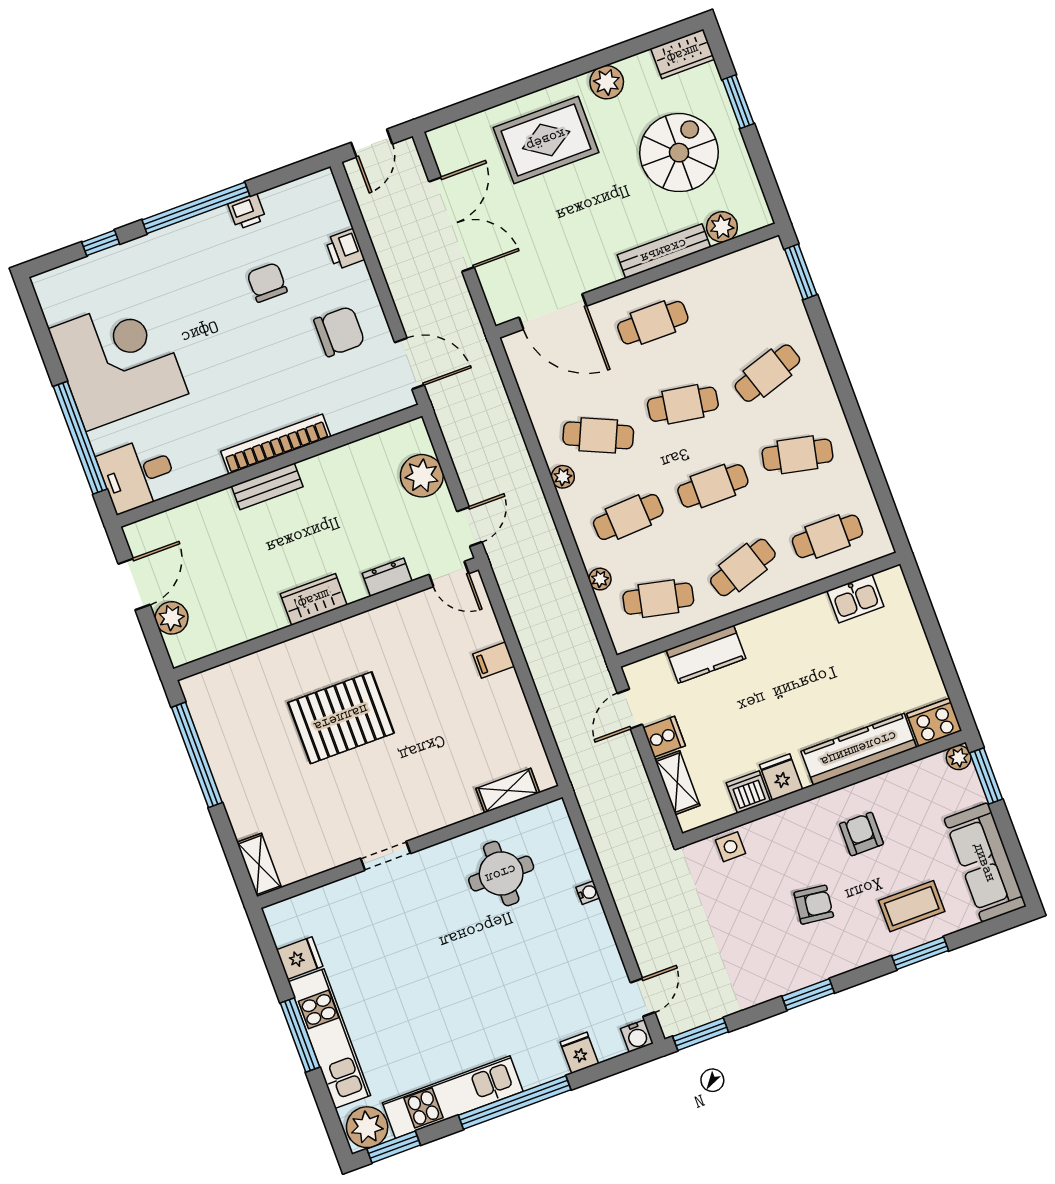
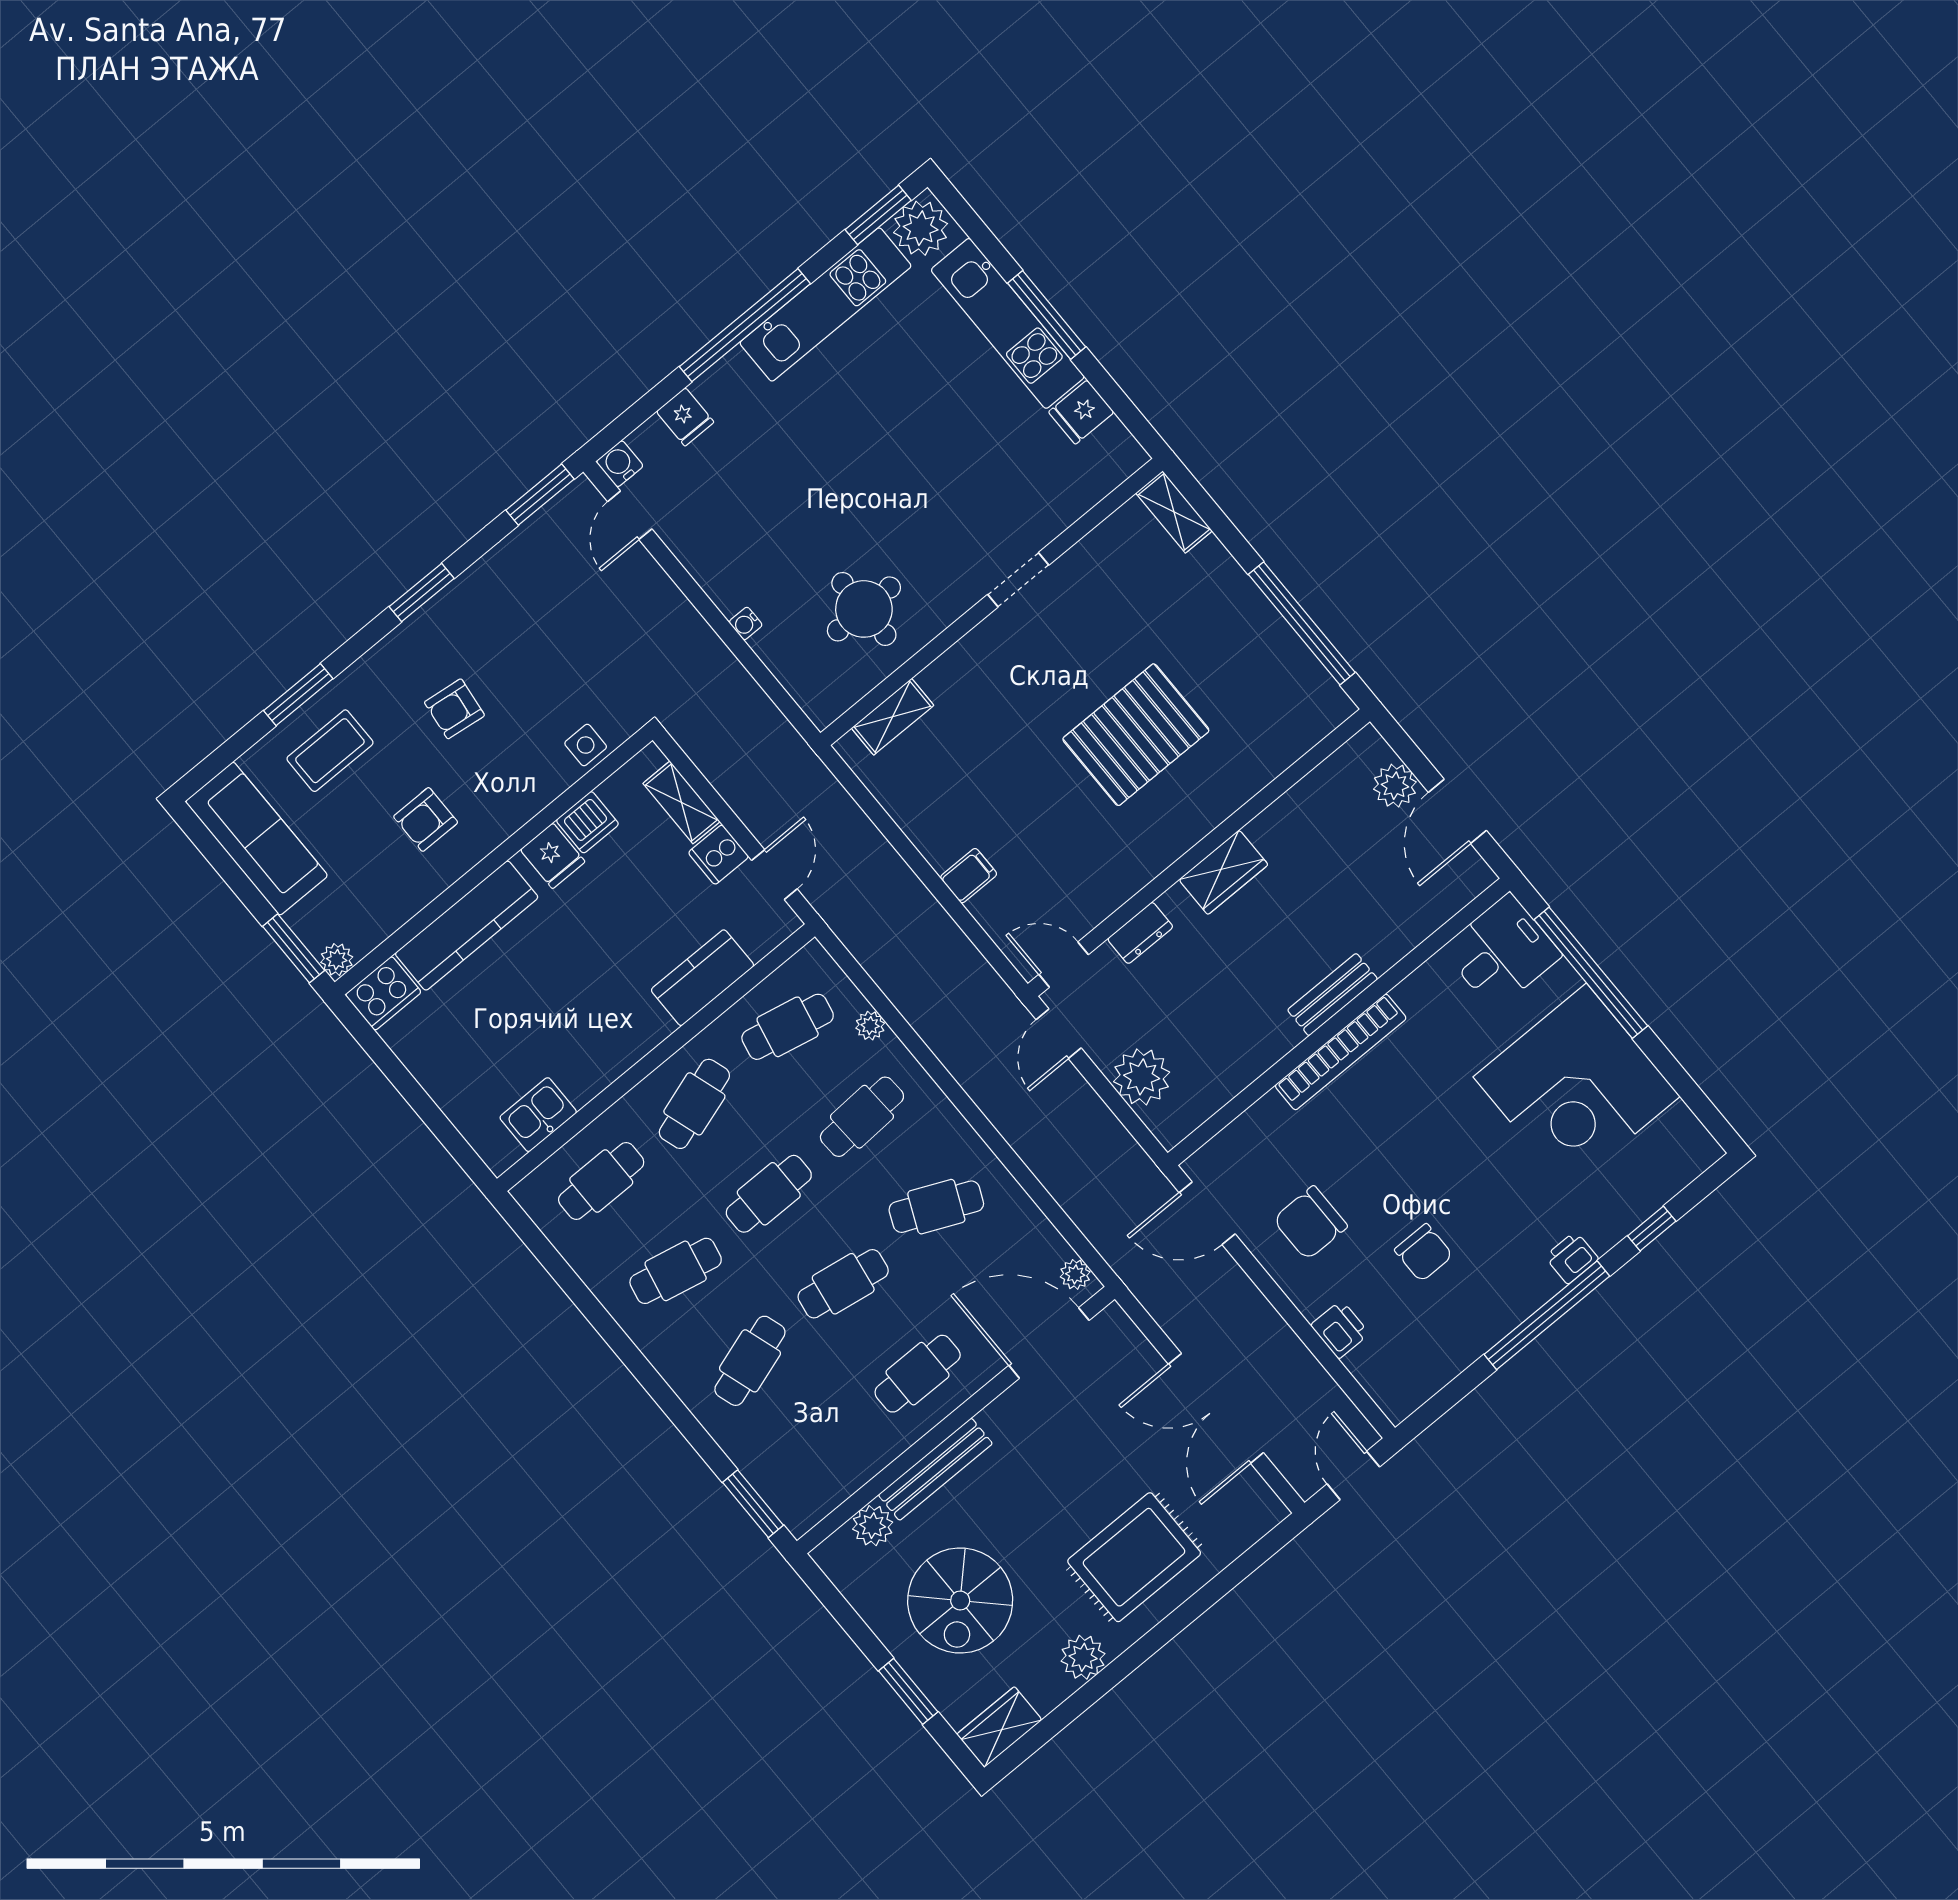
printer: (247, 212) -> (1572, 1258), moved
plant: (563, 477) -> (1075, 1274), moved
armchair: (861, 834) -> (426, 819), turned 90

